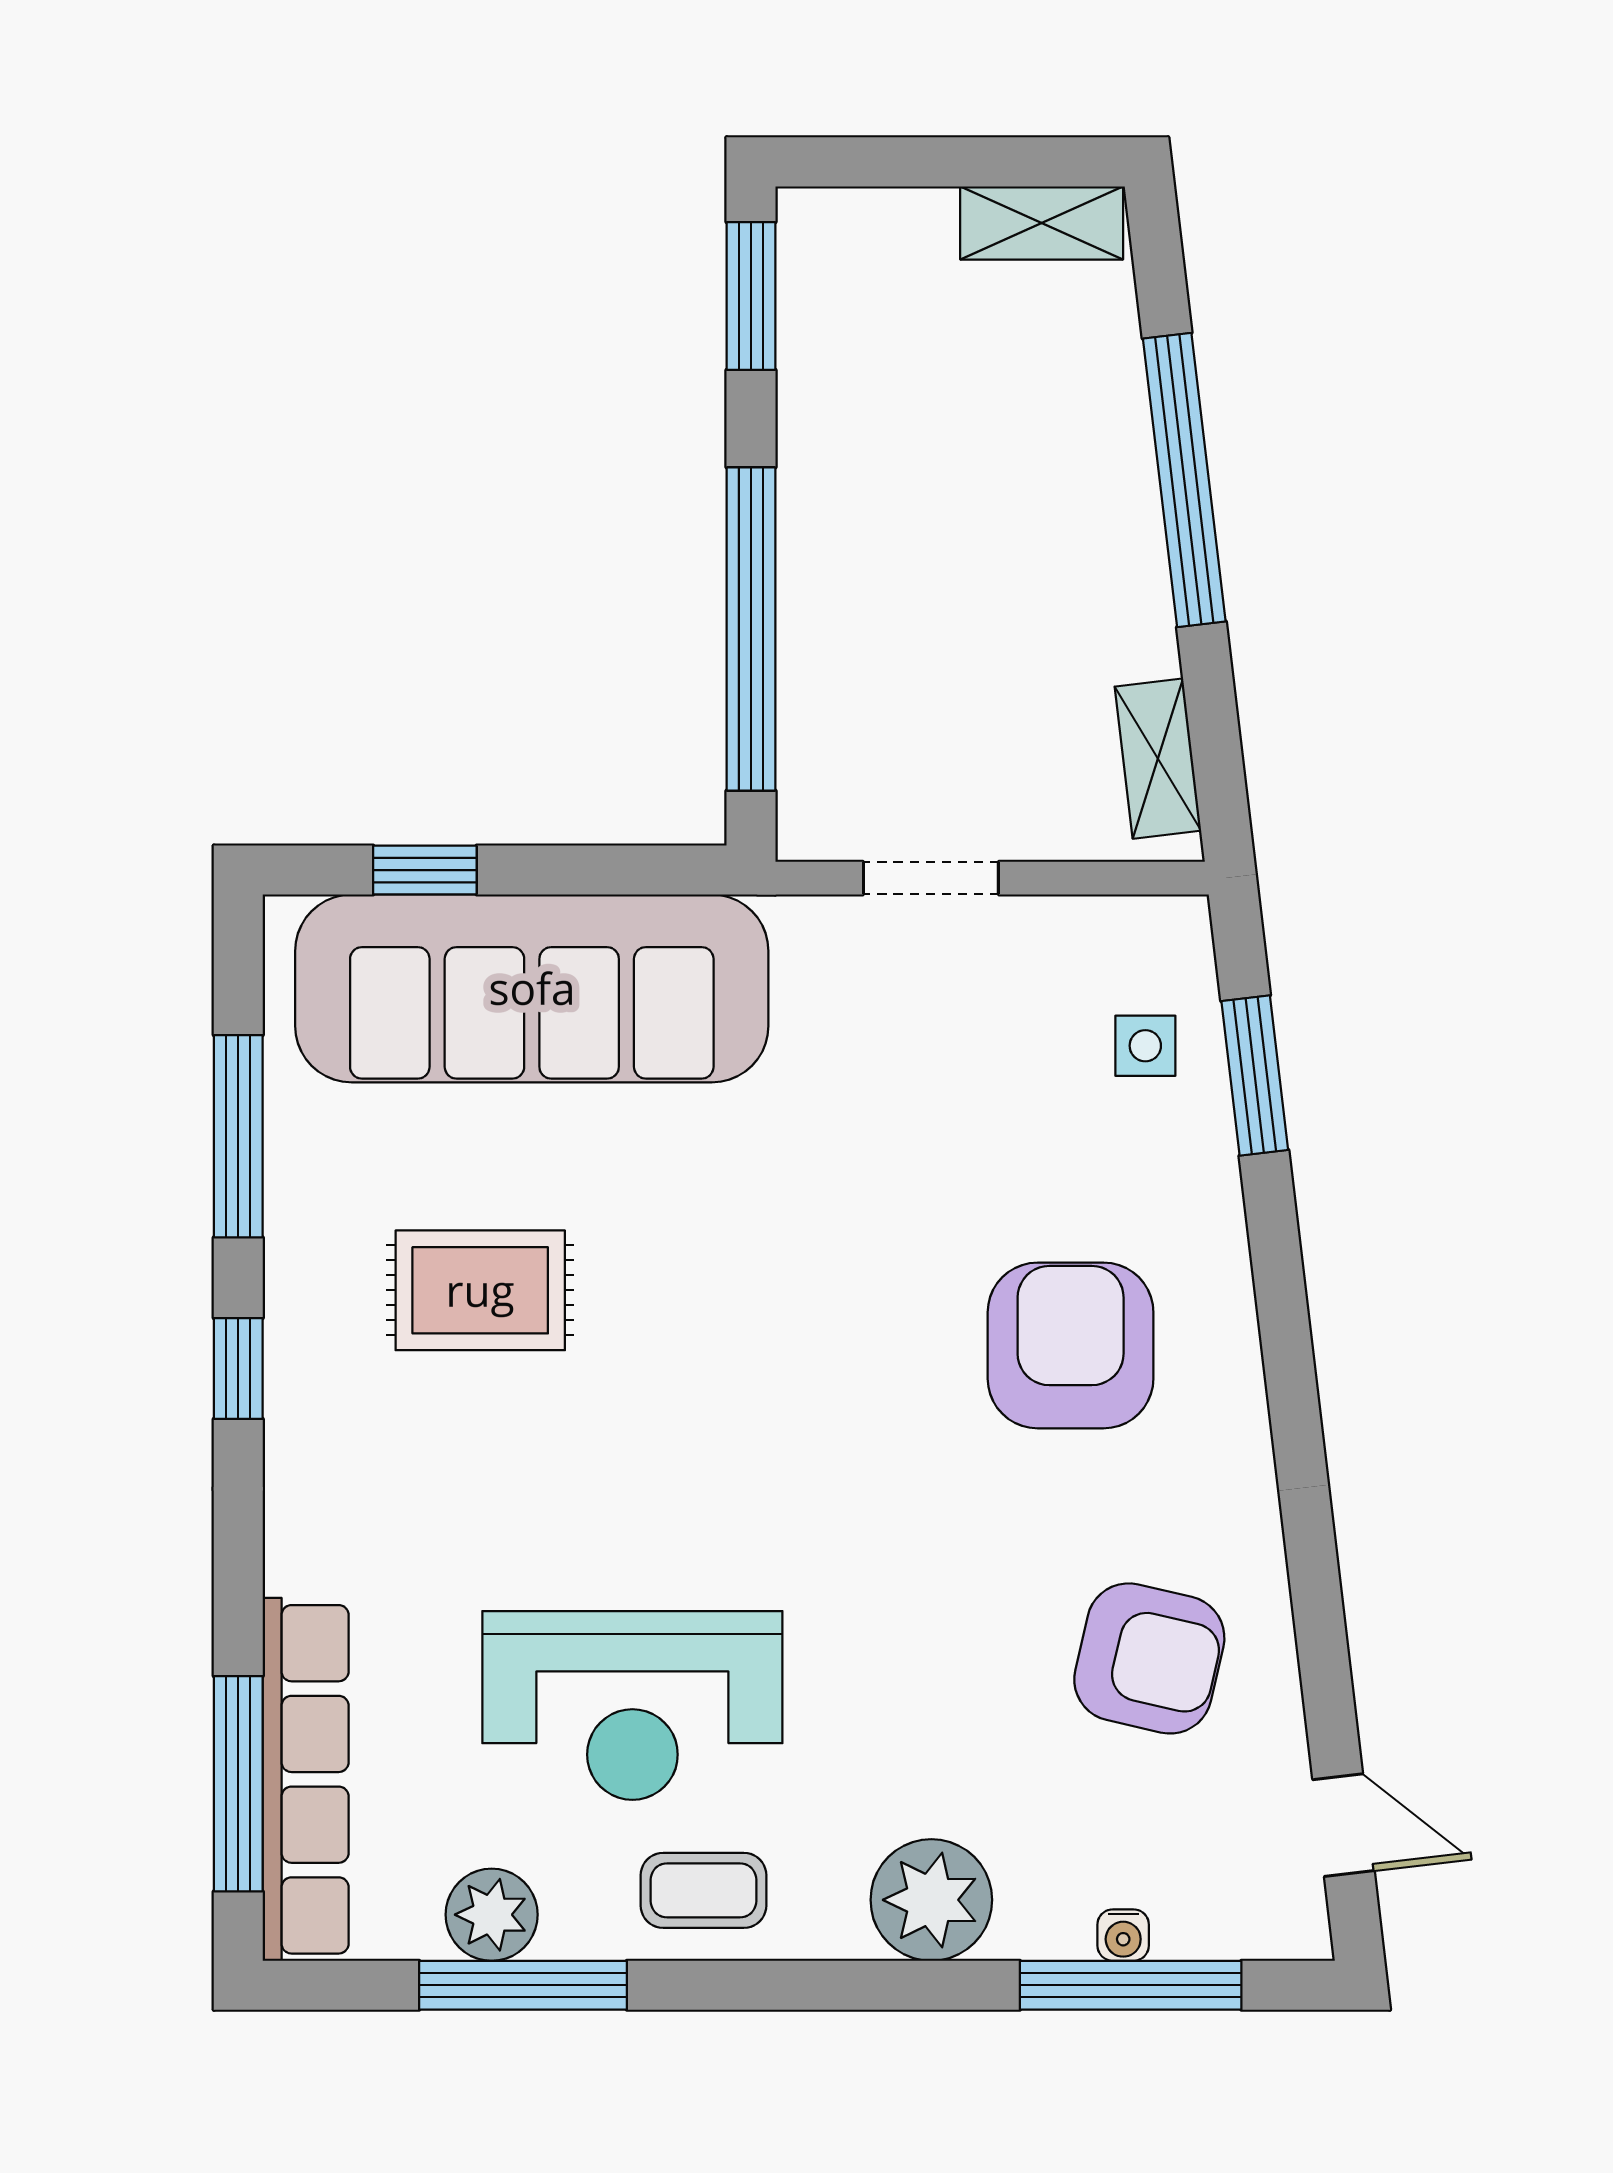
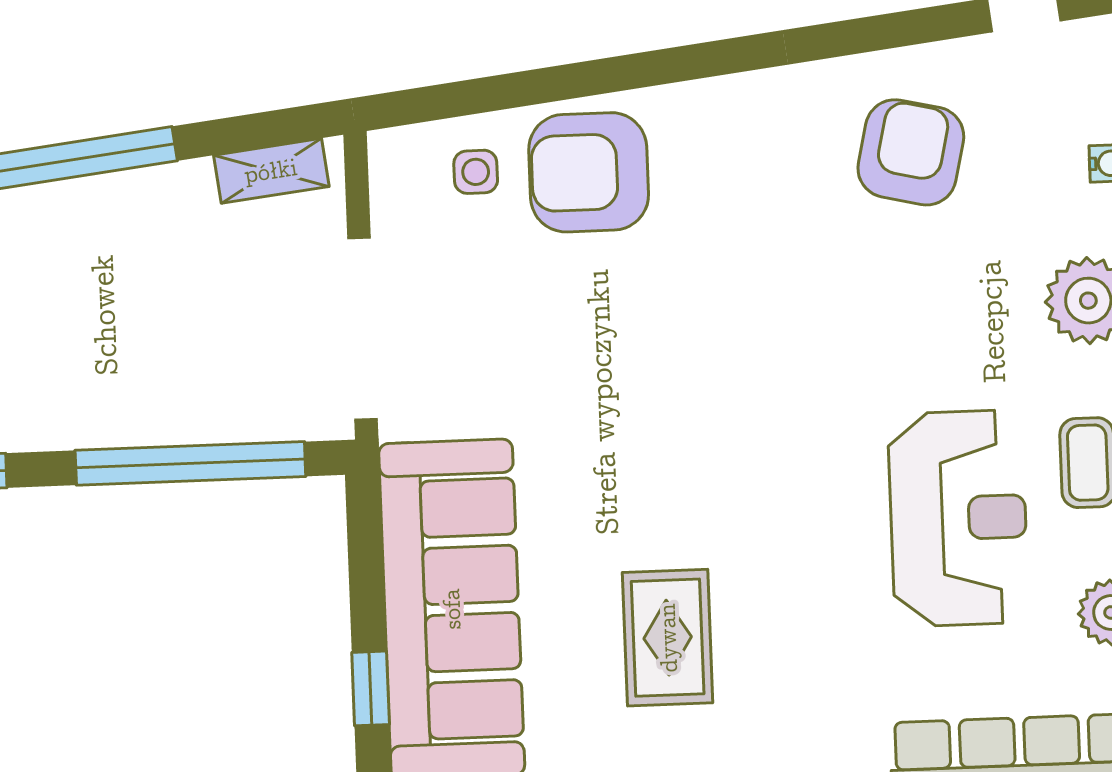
doorway: (931, 878) -> (363, 329), width x1.87
window: (1255, 1076) -> (494, 93), removed
armchair: (1071, 1345) -> (589, 172), moved

